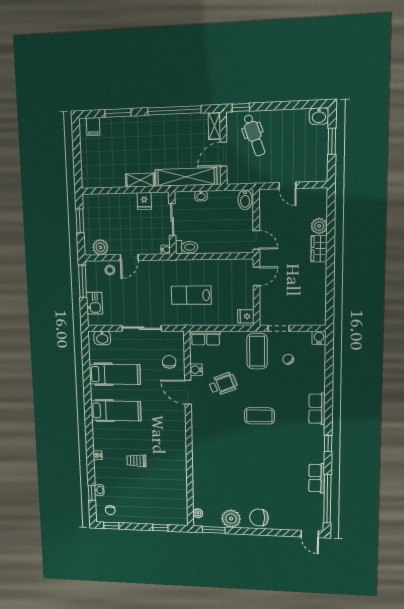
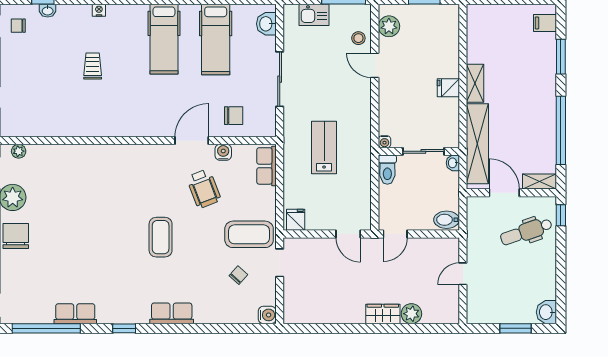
sliding door: (172, 220) -> (423, 151), moved
wall: (172, 223) -> (419, 151), moved
toilet: (187, 247) -> (387, 170), moved
water cooler: (166, 250) -> (384, 142), moved

